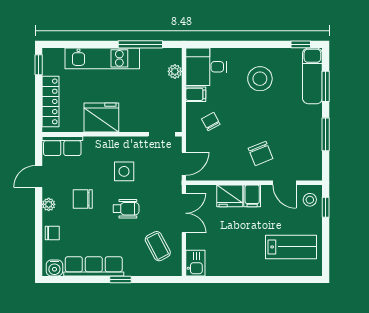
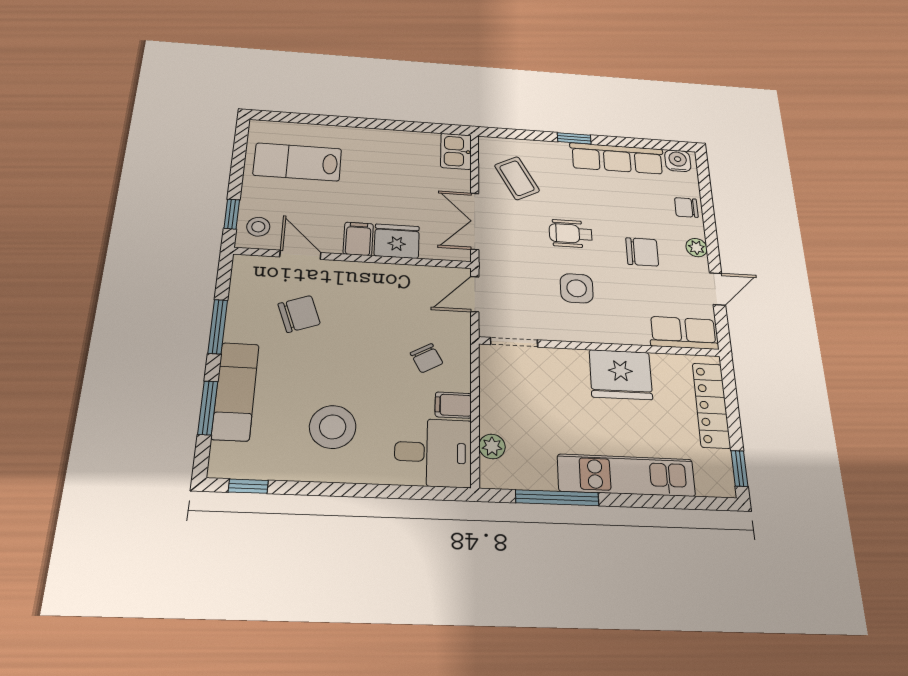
exam couch: (312, 76) -> (235, 391), moved
chair: (261, 153) -> (299, 314), moved, turned 92

